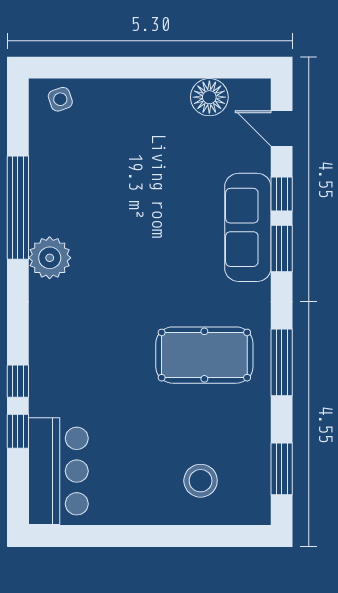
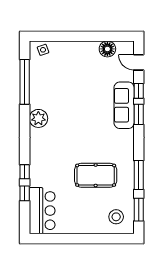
window: (18, 208) -> (25, 82), moved
pool table: (204, 355) -> (96, 175), moved
window: (282, 362) -> (139, 175), moved
stool: (201, 481) -> (116, 217), moved

